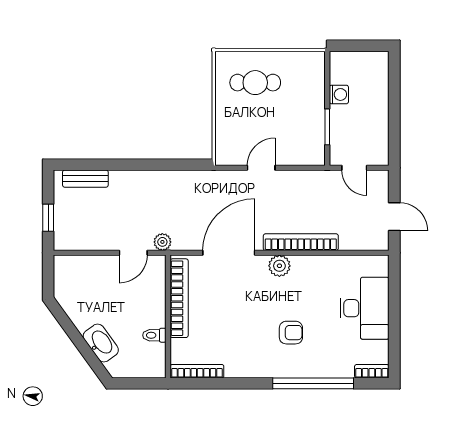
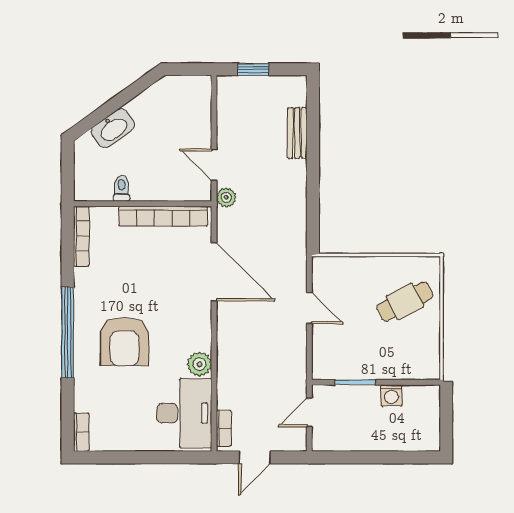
cafe table: (255, 83) -> (405, 301), turned 63
bench: (85, 179) -> (297, 133), moved
bookcase: (301, 242) -> (224, 428), moved, width x0.43, depth x0.76
plant: (279, 266) -> (199, 364), moved
desk: (364, 308) -> (184, 413), moved, turned -90
armchair: (291, 333) -> (125, 341), width x1.88, depth x1.88
window: (313, 383) -> (68, 332), moved

